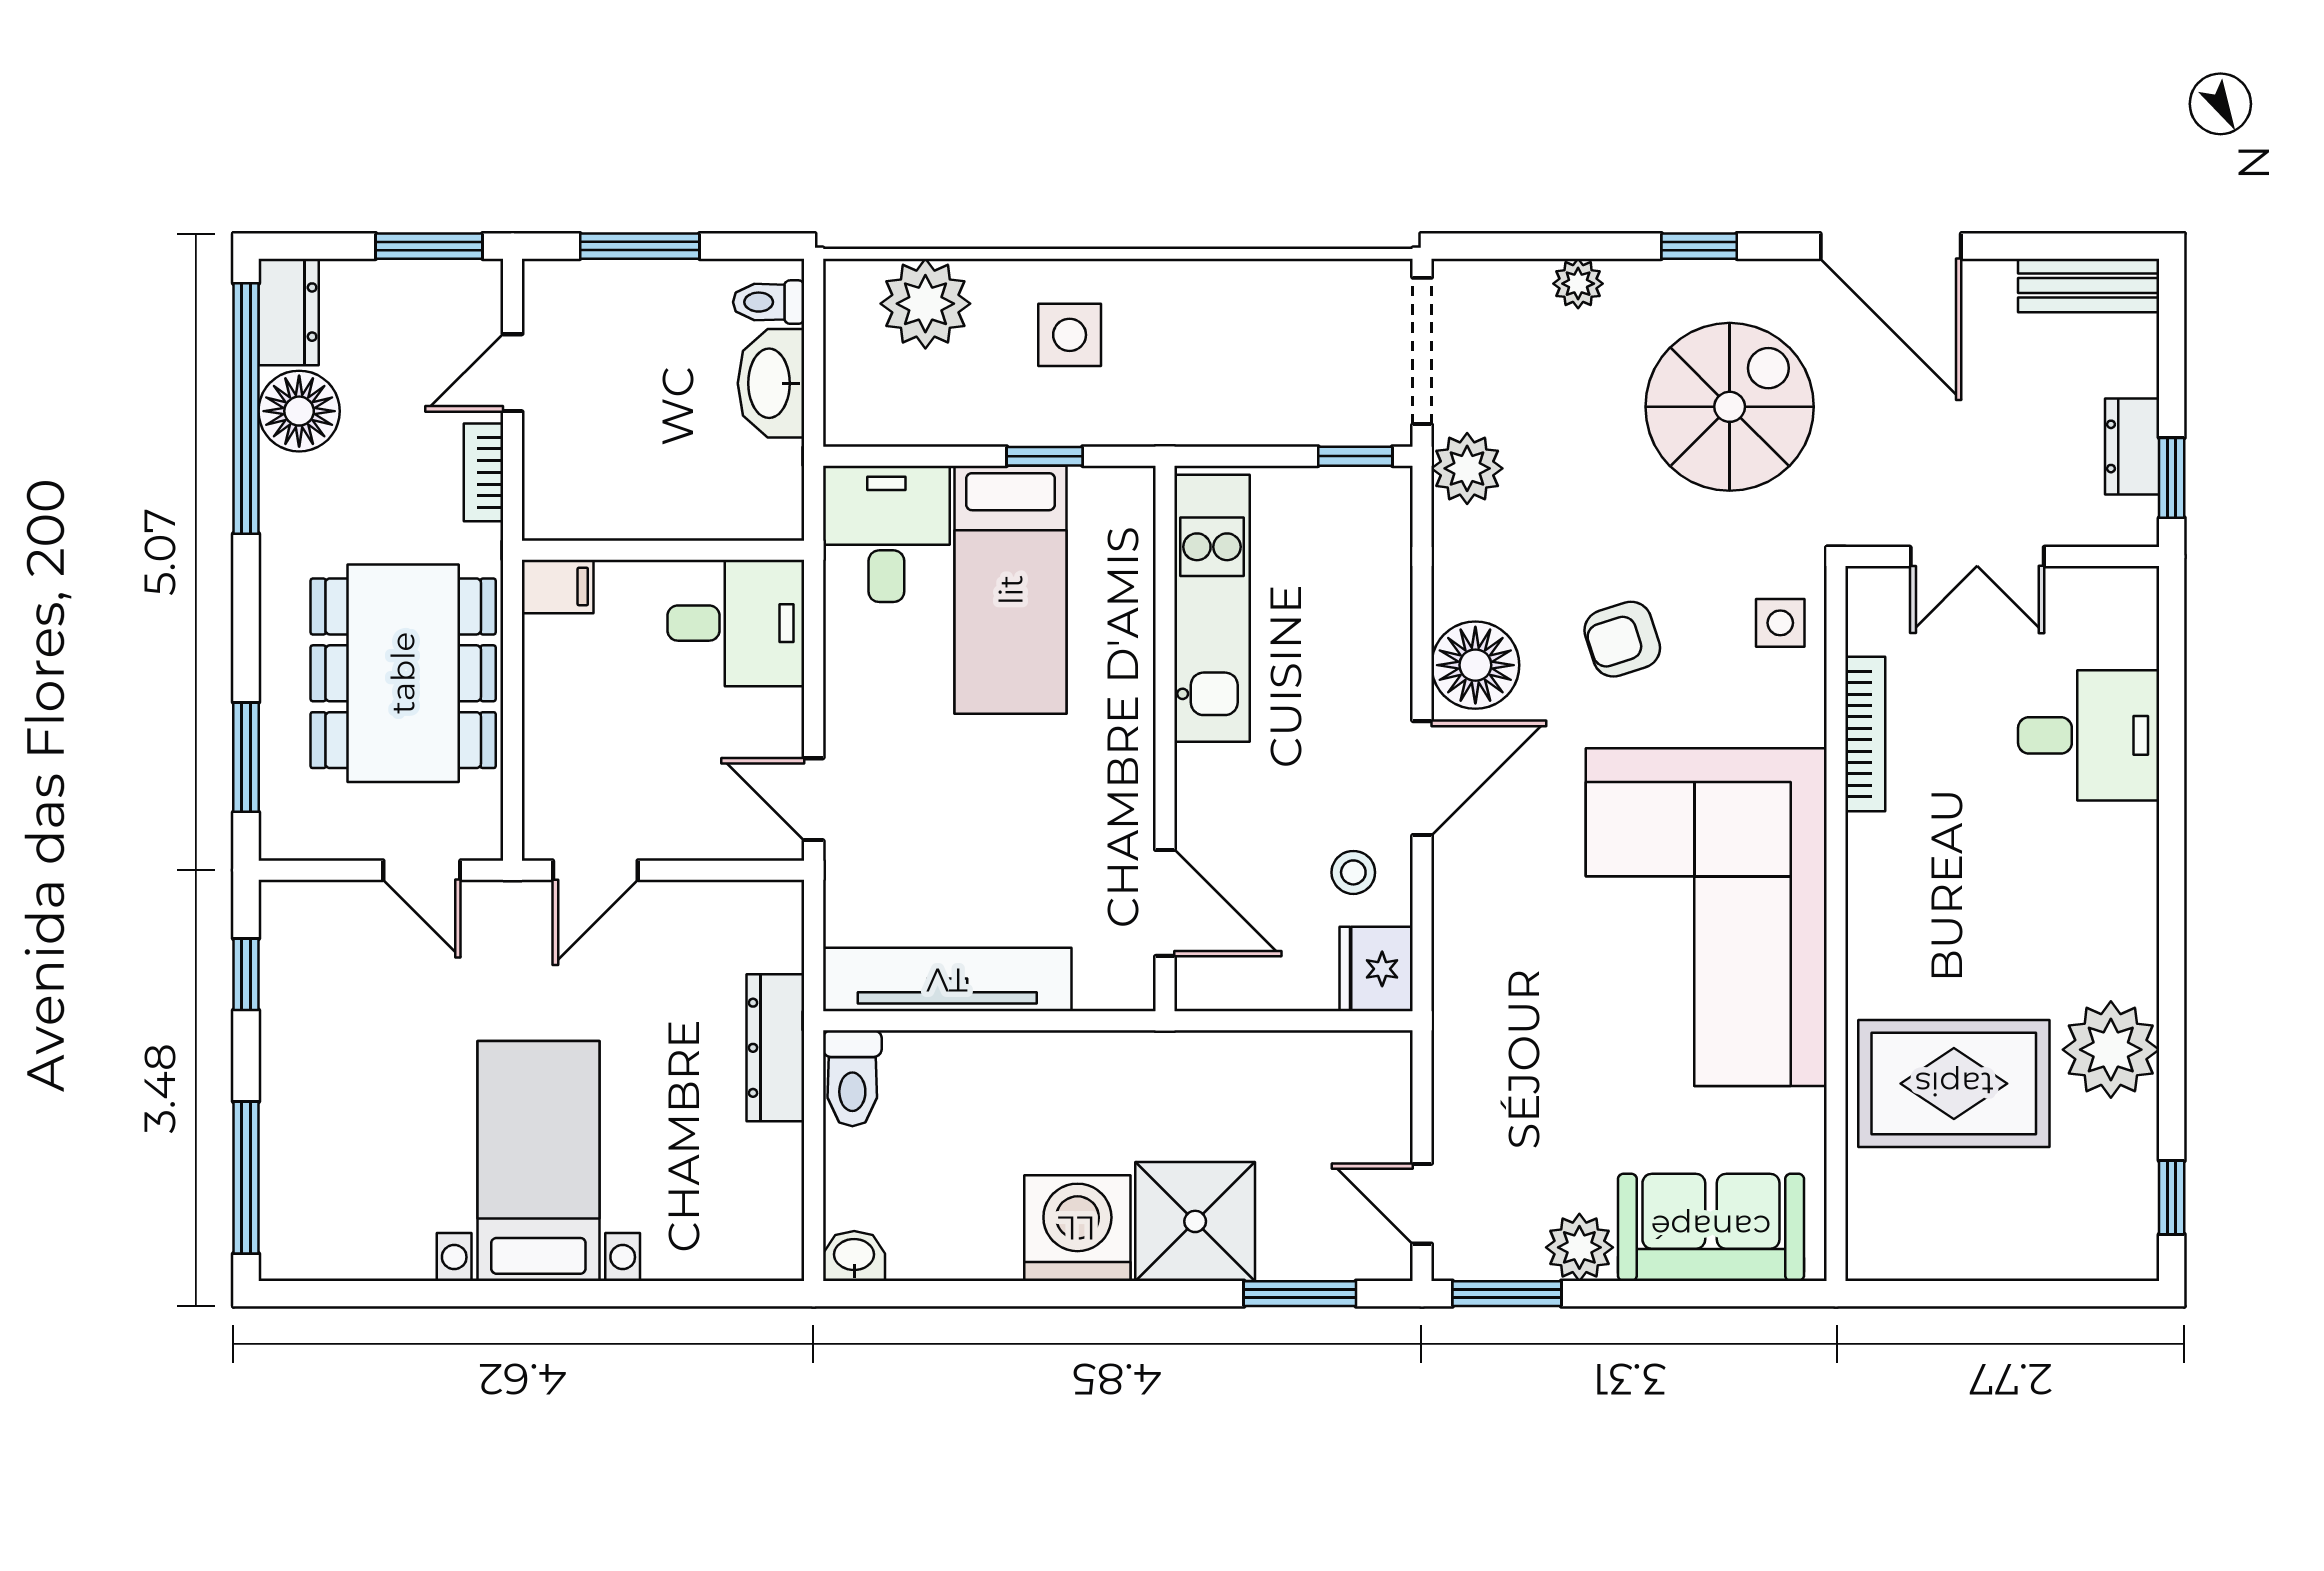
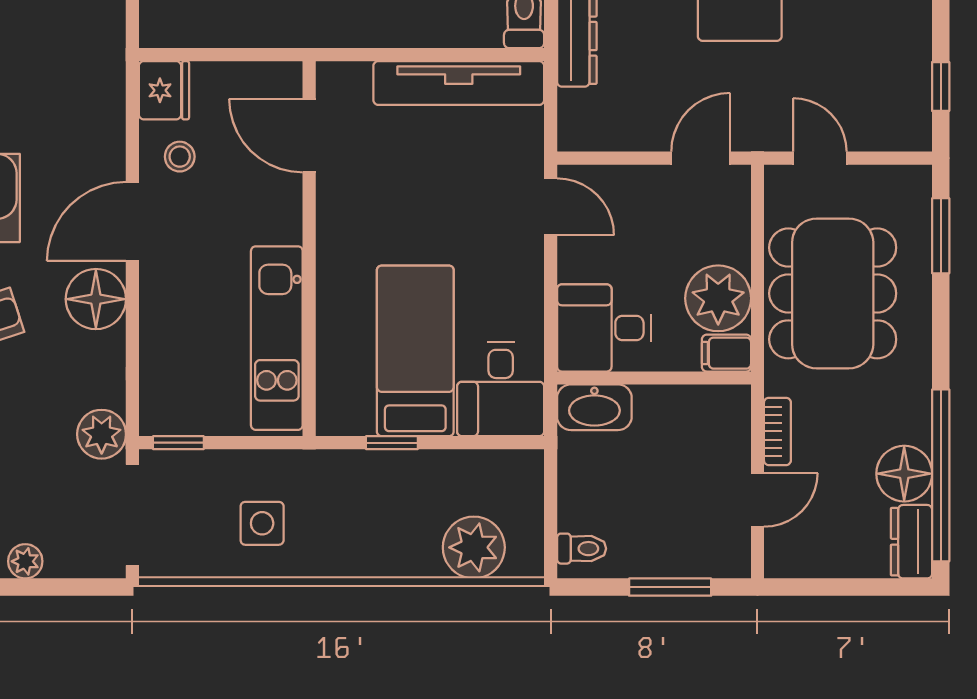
window: (429, 246) -> (815, 587), removed
side table: (1070, 335) -> (262, 523), moved
washbasin: (771, 383) -> (594, 407), moved, turned 90
plant: (570, 666) -> (718, 298), added

